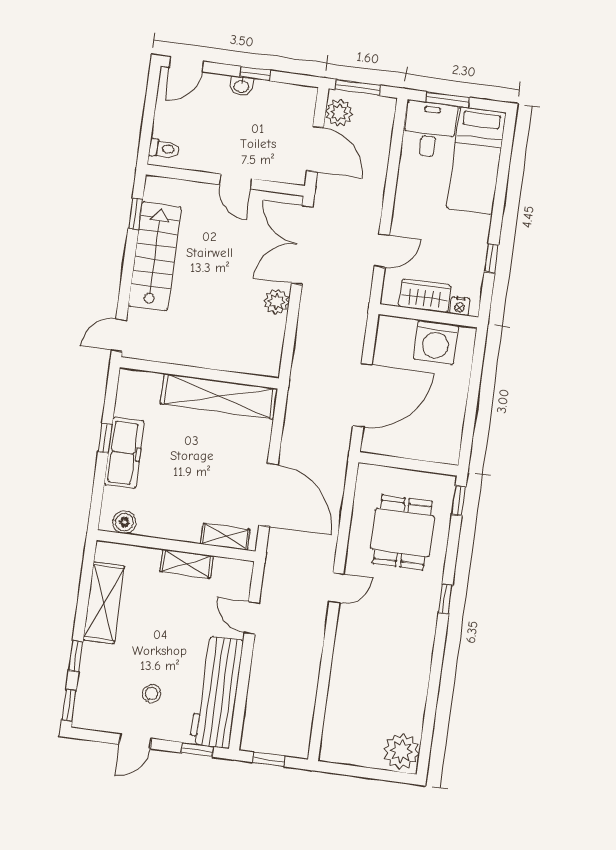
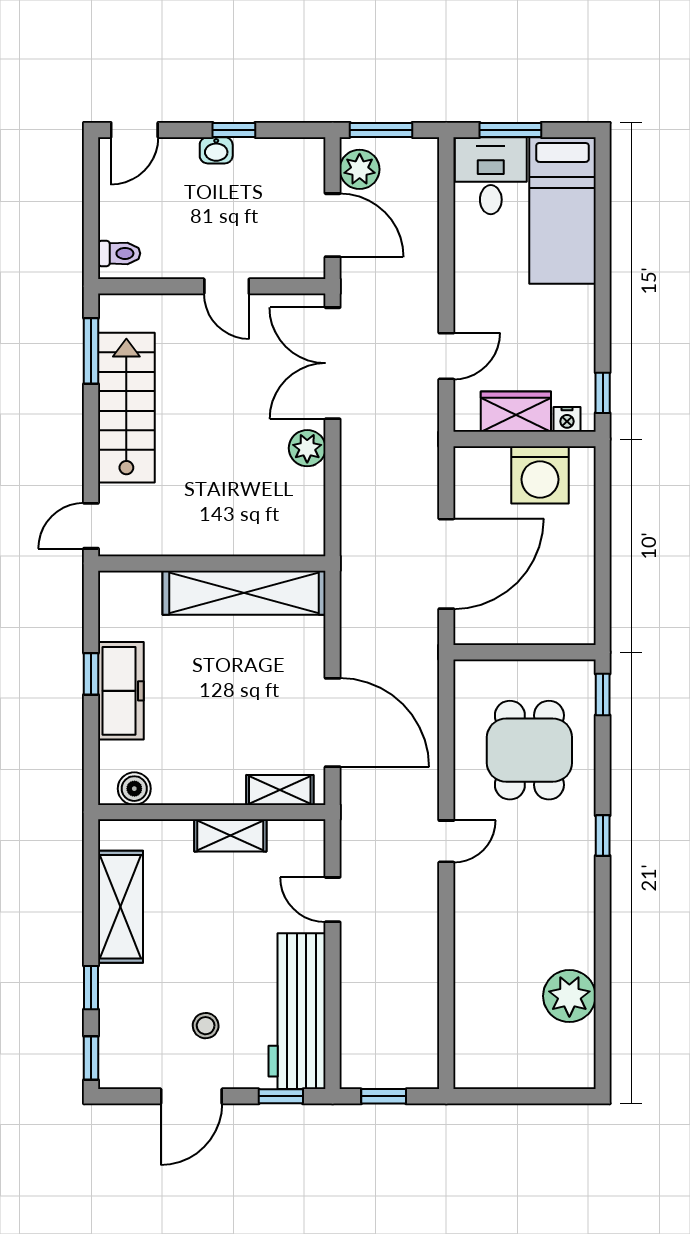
window: (135, 214) -> (91, 351), width x1.50
window: (492, 258) -> (603, 393), moved
door: (135, 741) -> (191, 1096), width x1.38
plant: (401, 751) -> (569, 996), moved

